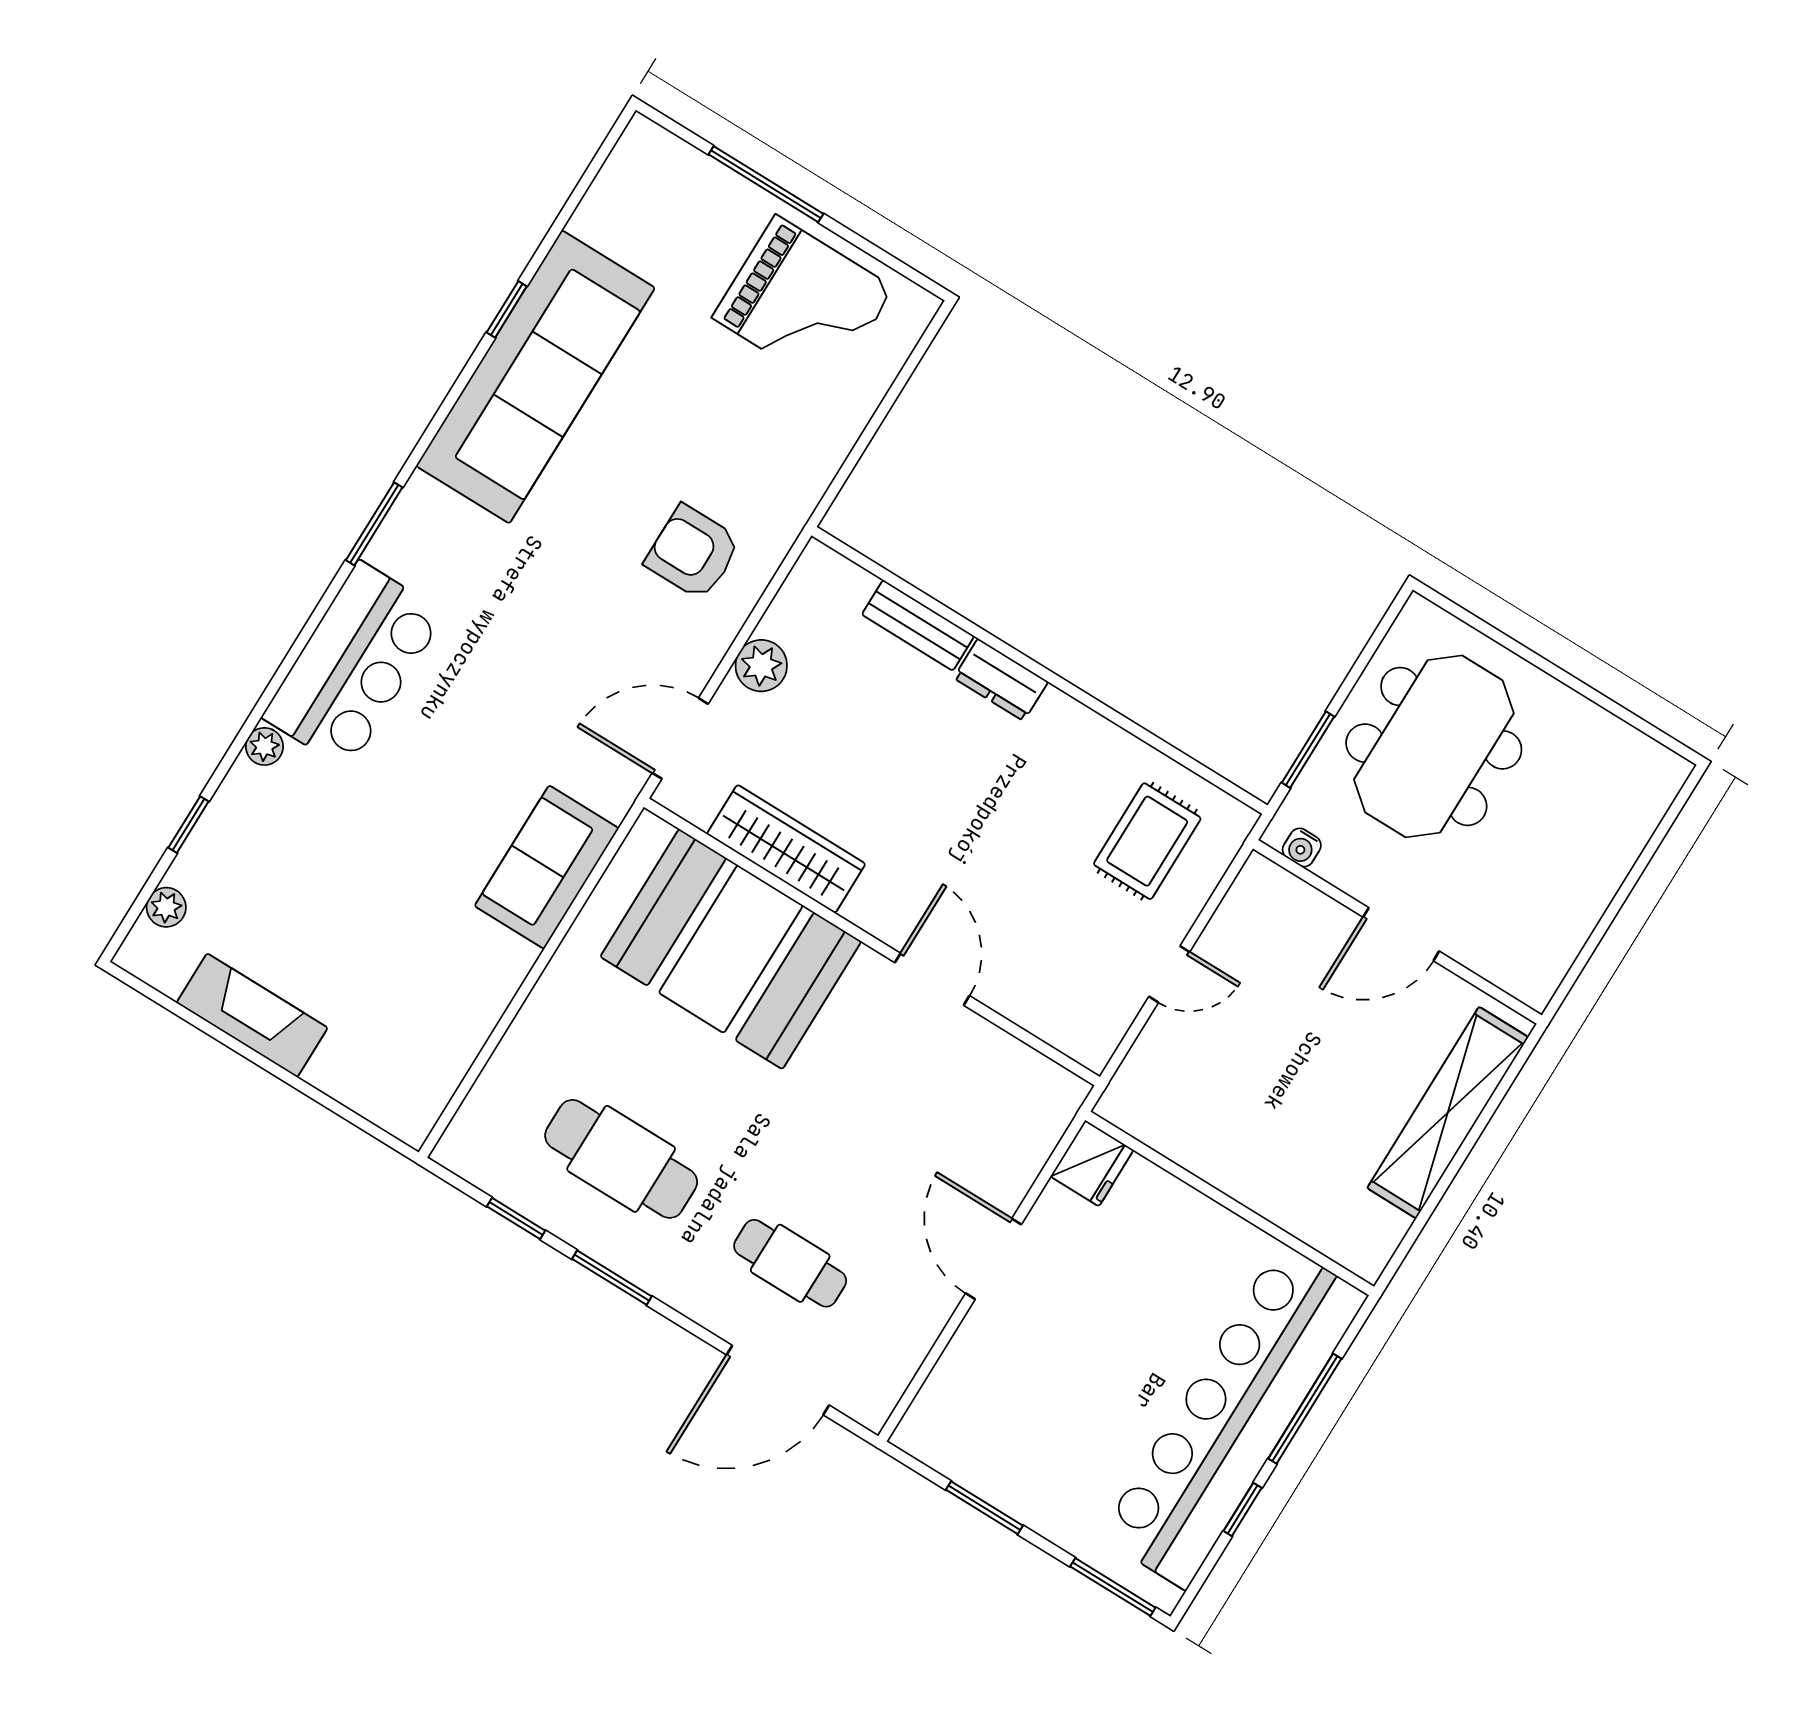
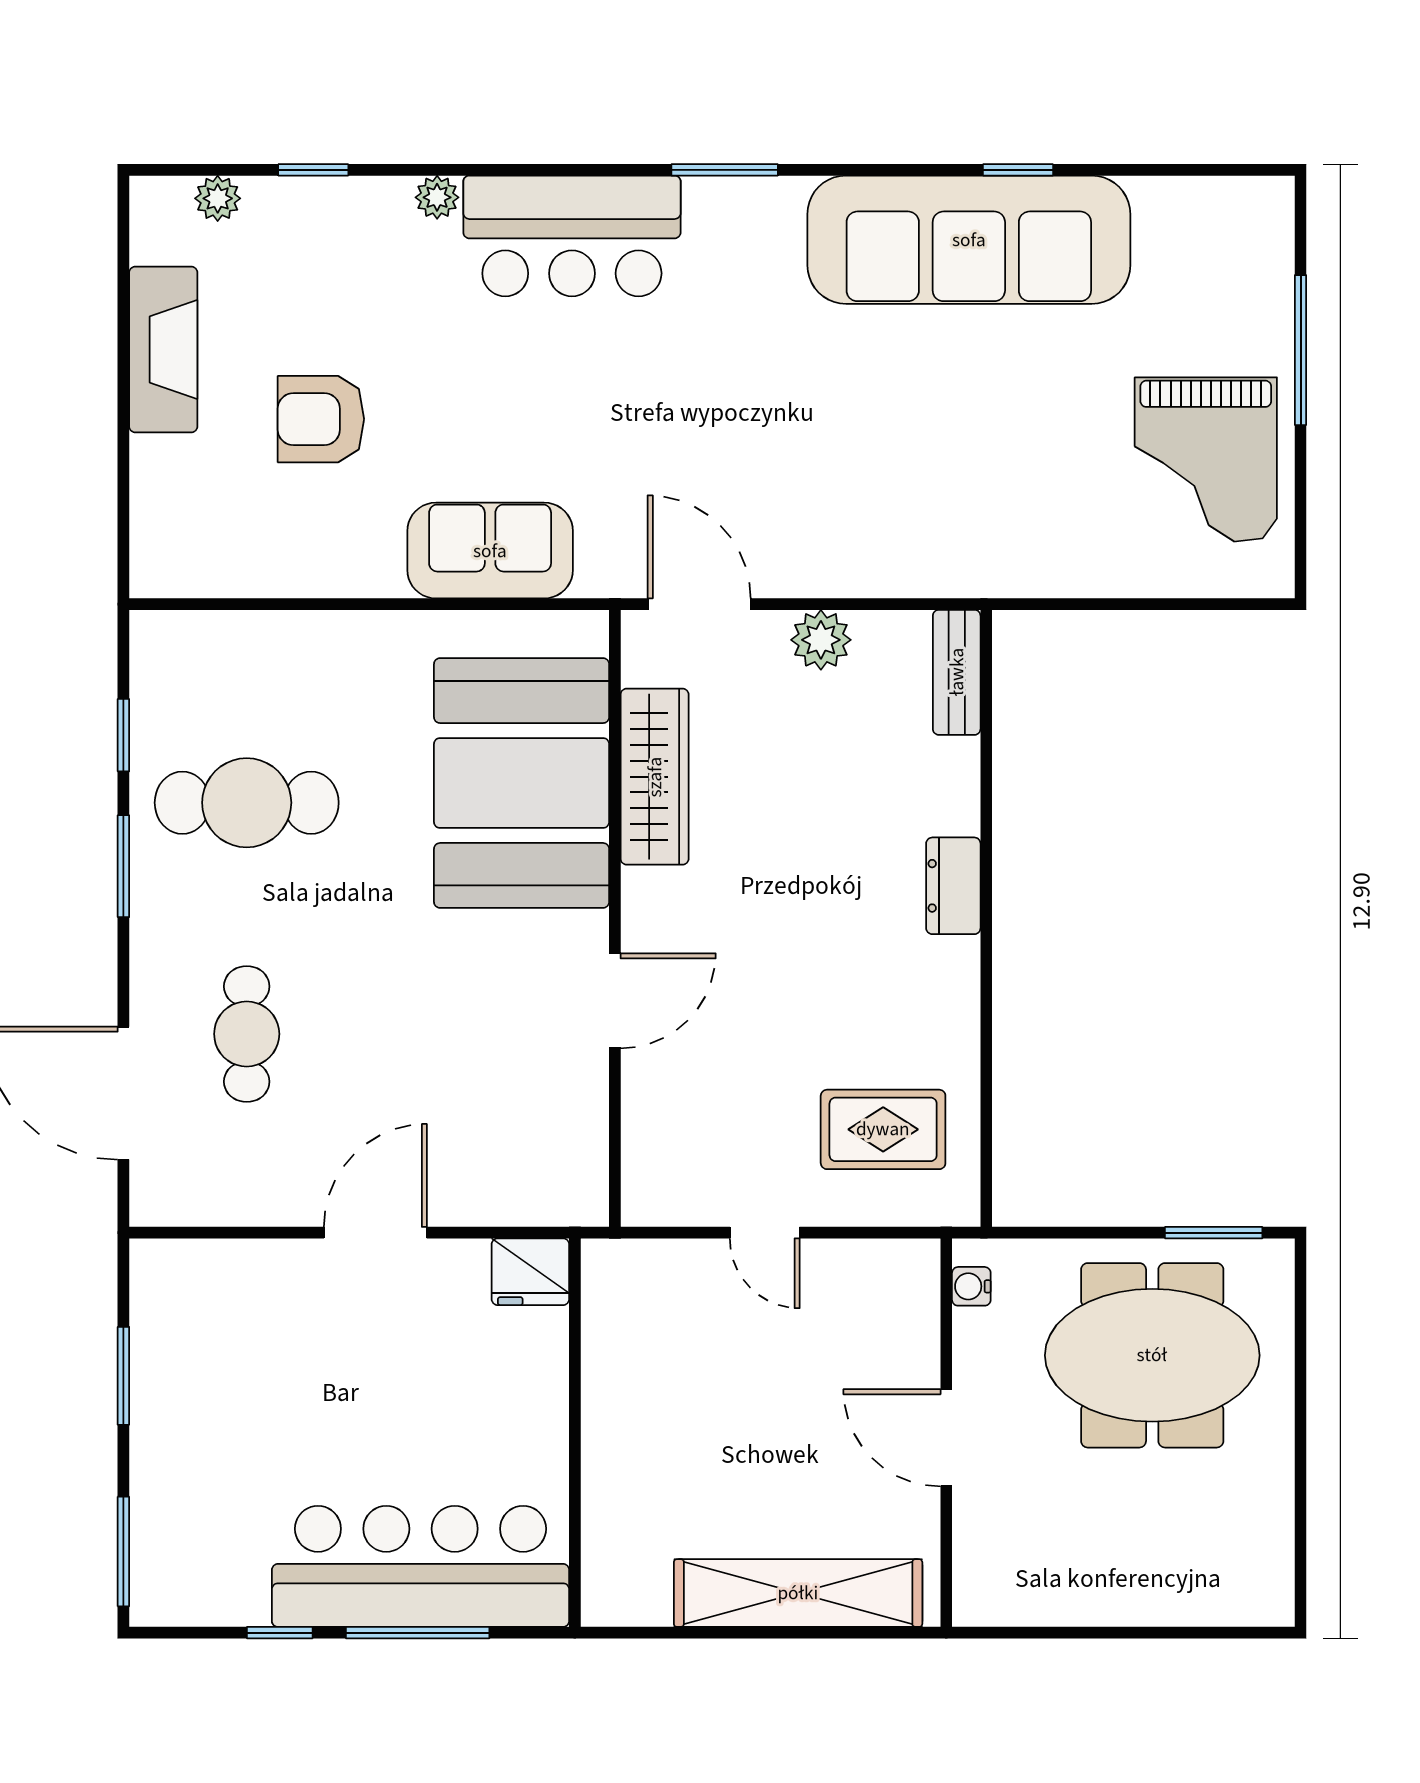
armchair: (693, 552) -> (321, 419), moved, turned -90
bench: (918, 625) -> (957, 672), moved
window: (1308, 750) -> (1214, 1233), moved
cafe table: (621, 1159) -> (247, 803), turned 90
bar counter: (1233, 1416) -> (421, 1566), width x0.73

